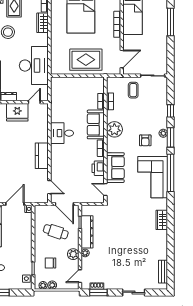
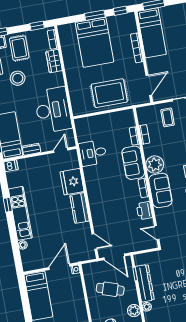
fridge: (17, 112) -> (72, 182), moved, turned 90
desk: (62, 133) -> (93, 153), moved
sofa: (115, 168) -> (160, 190), moved

